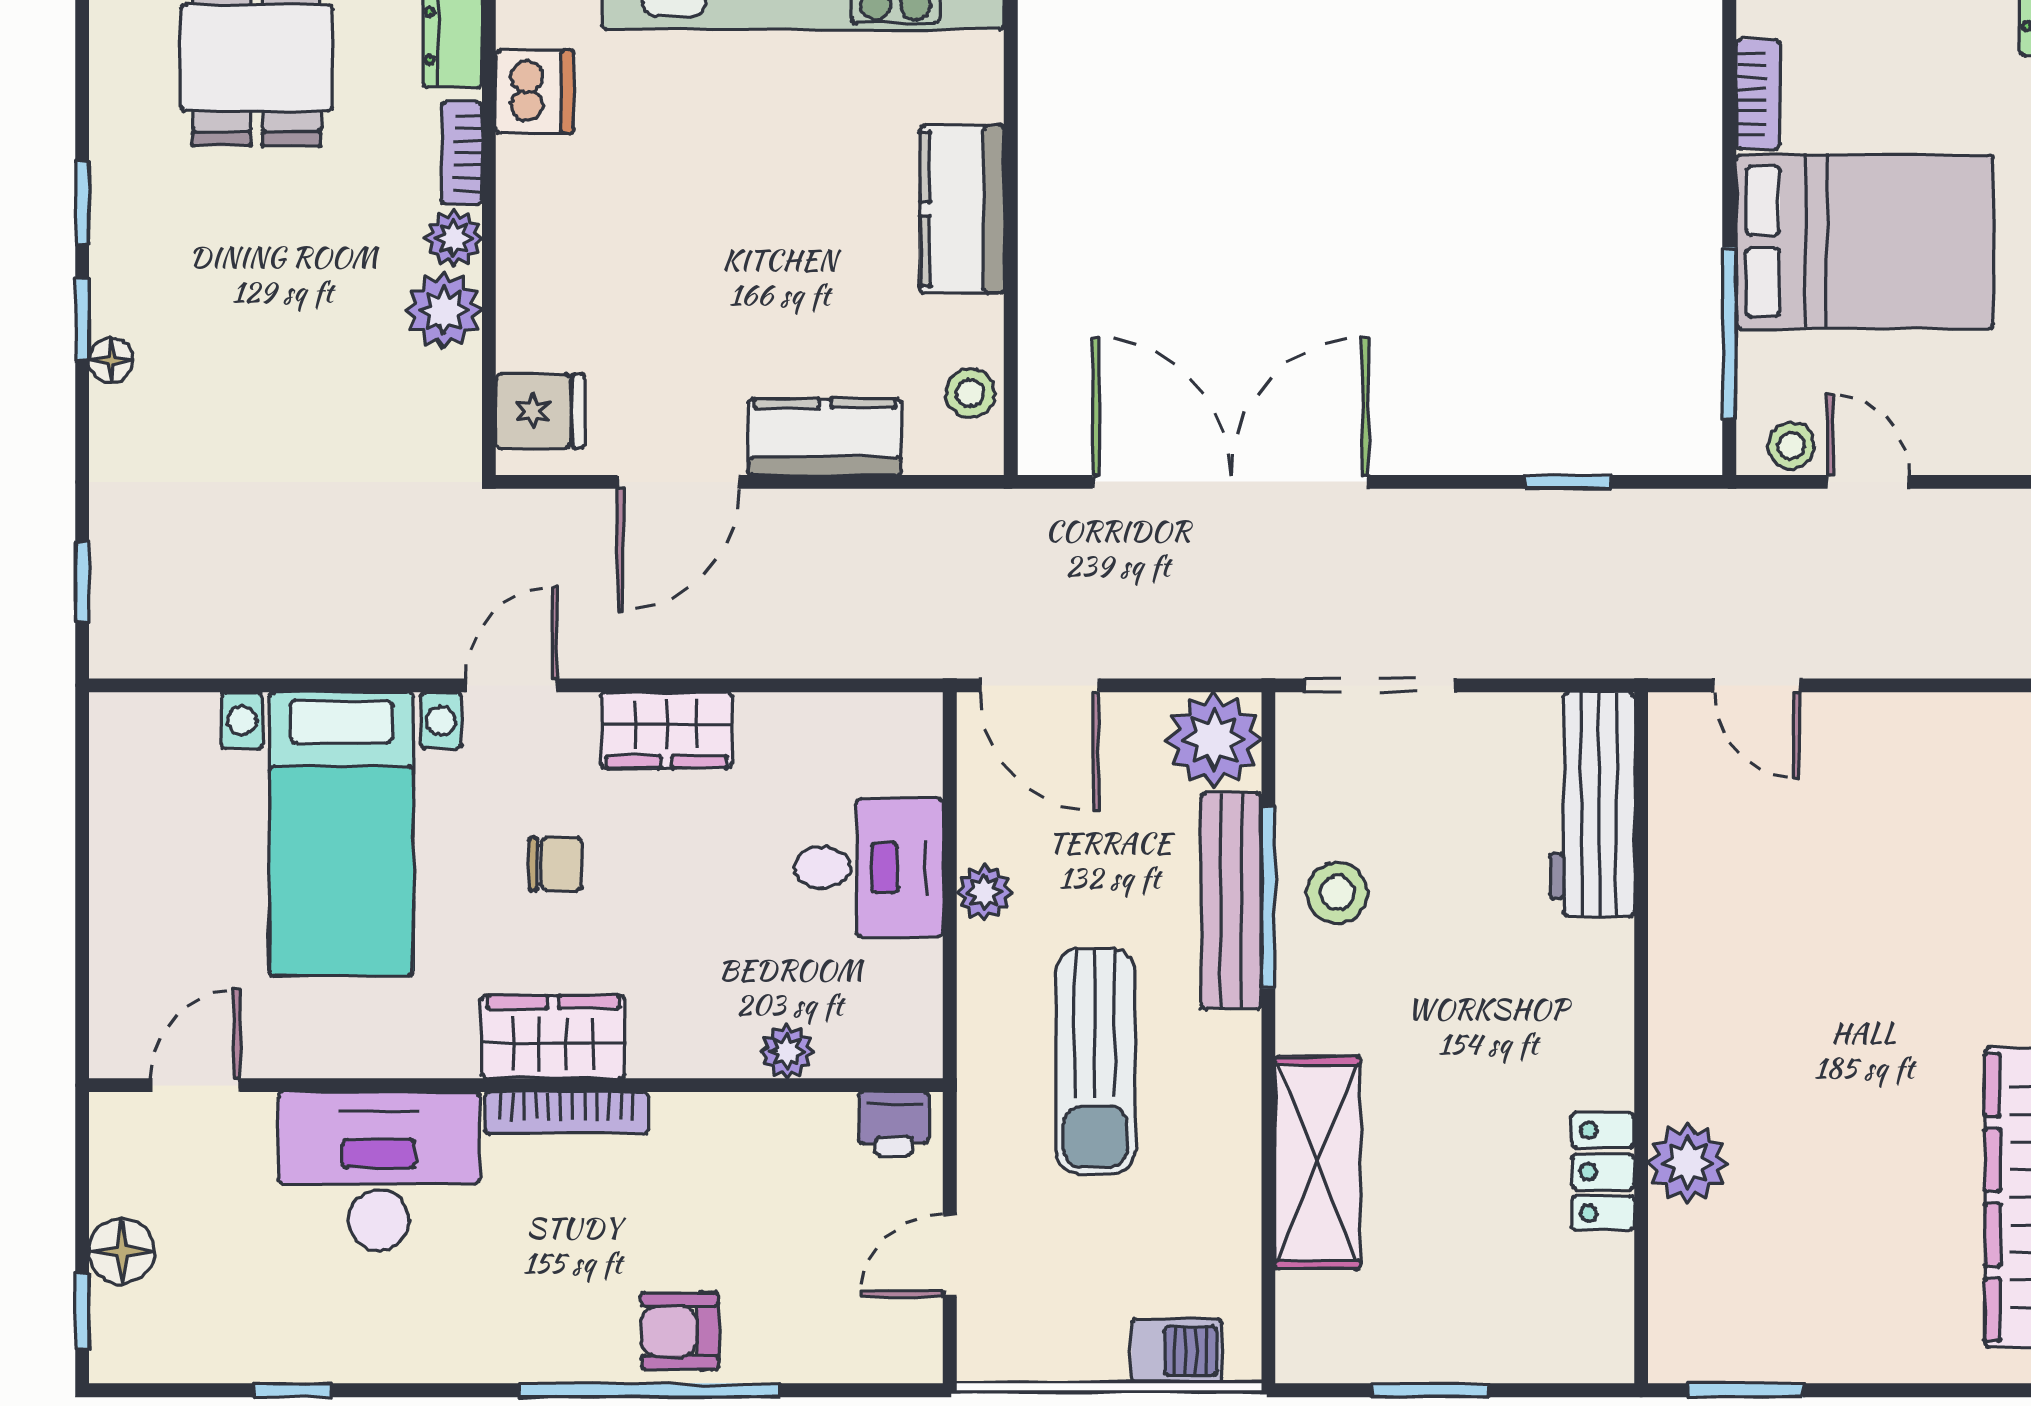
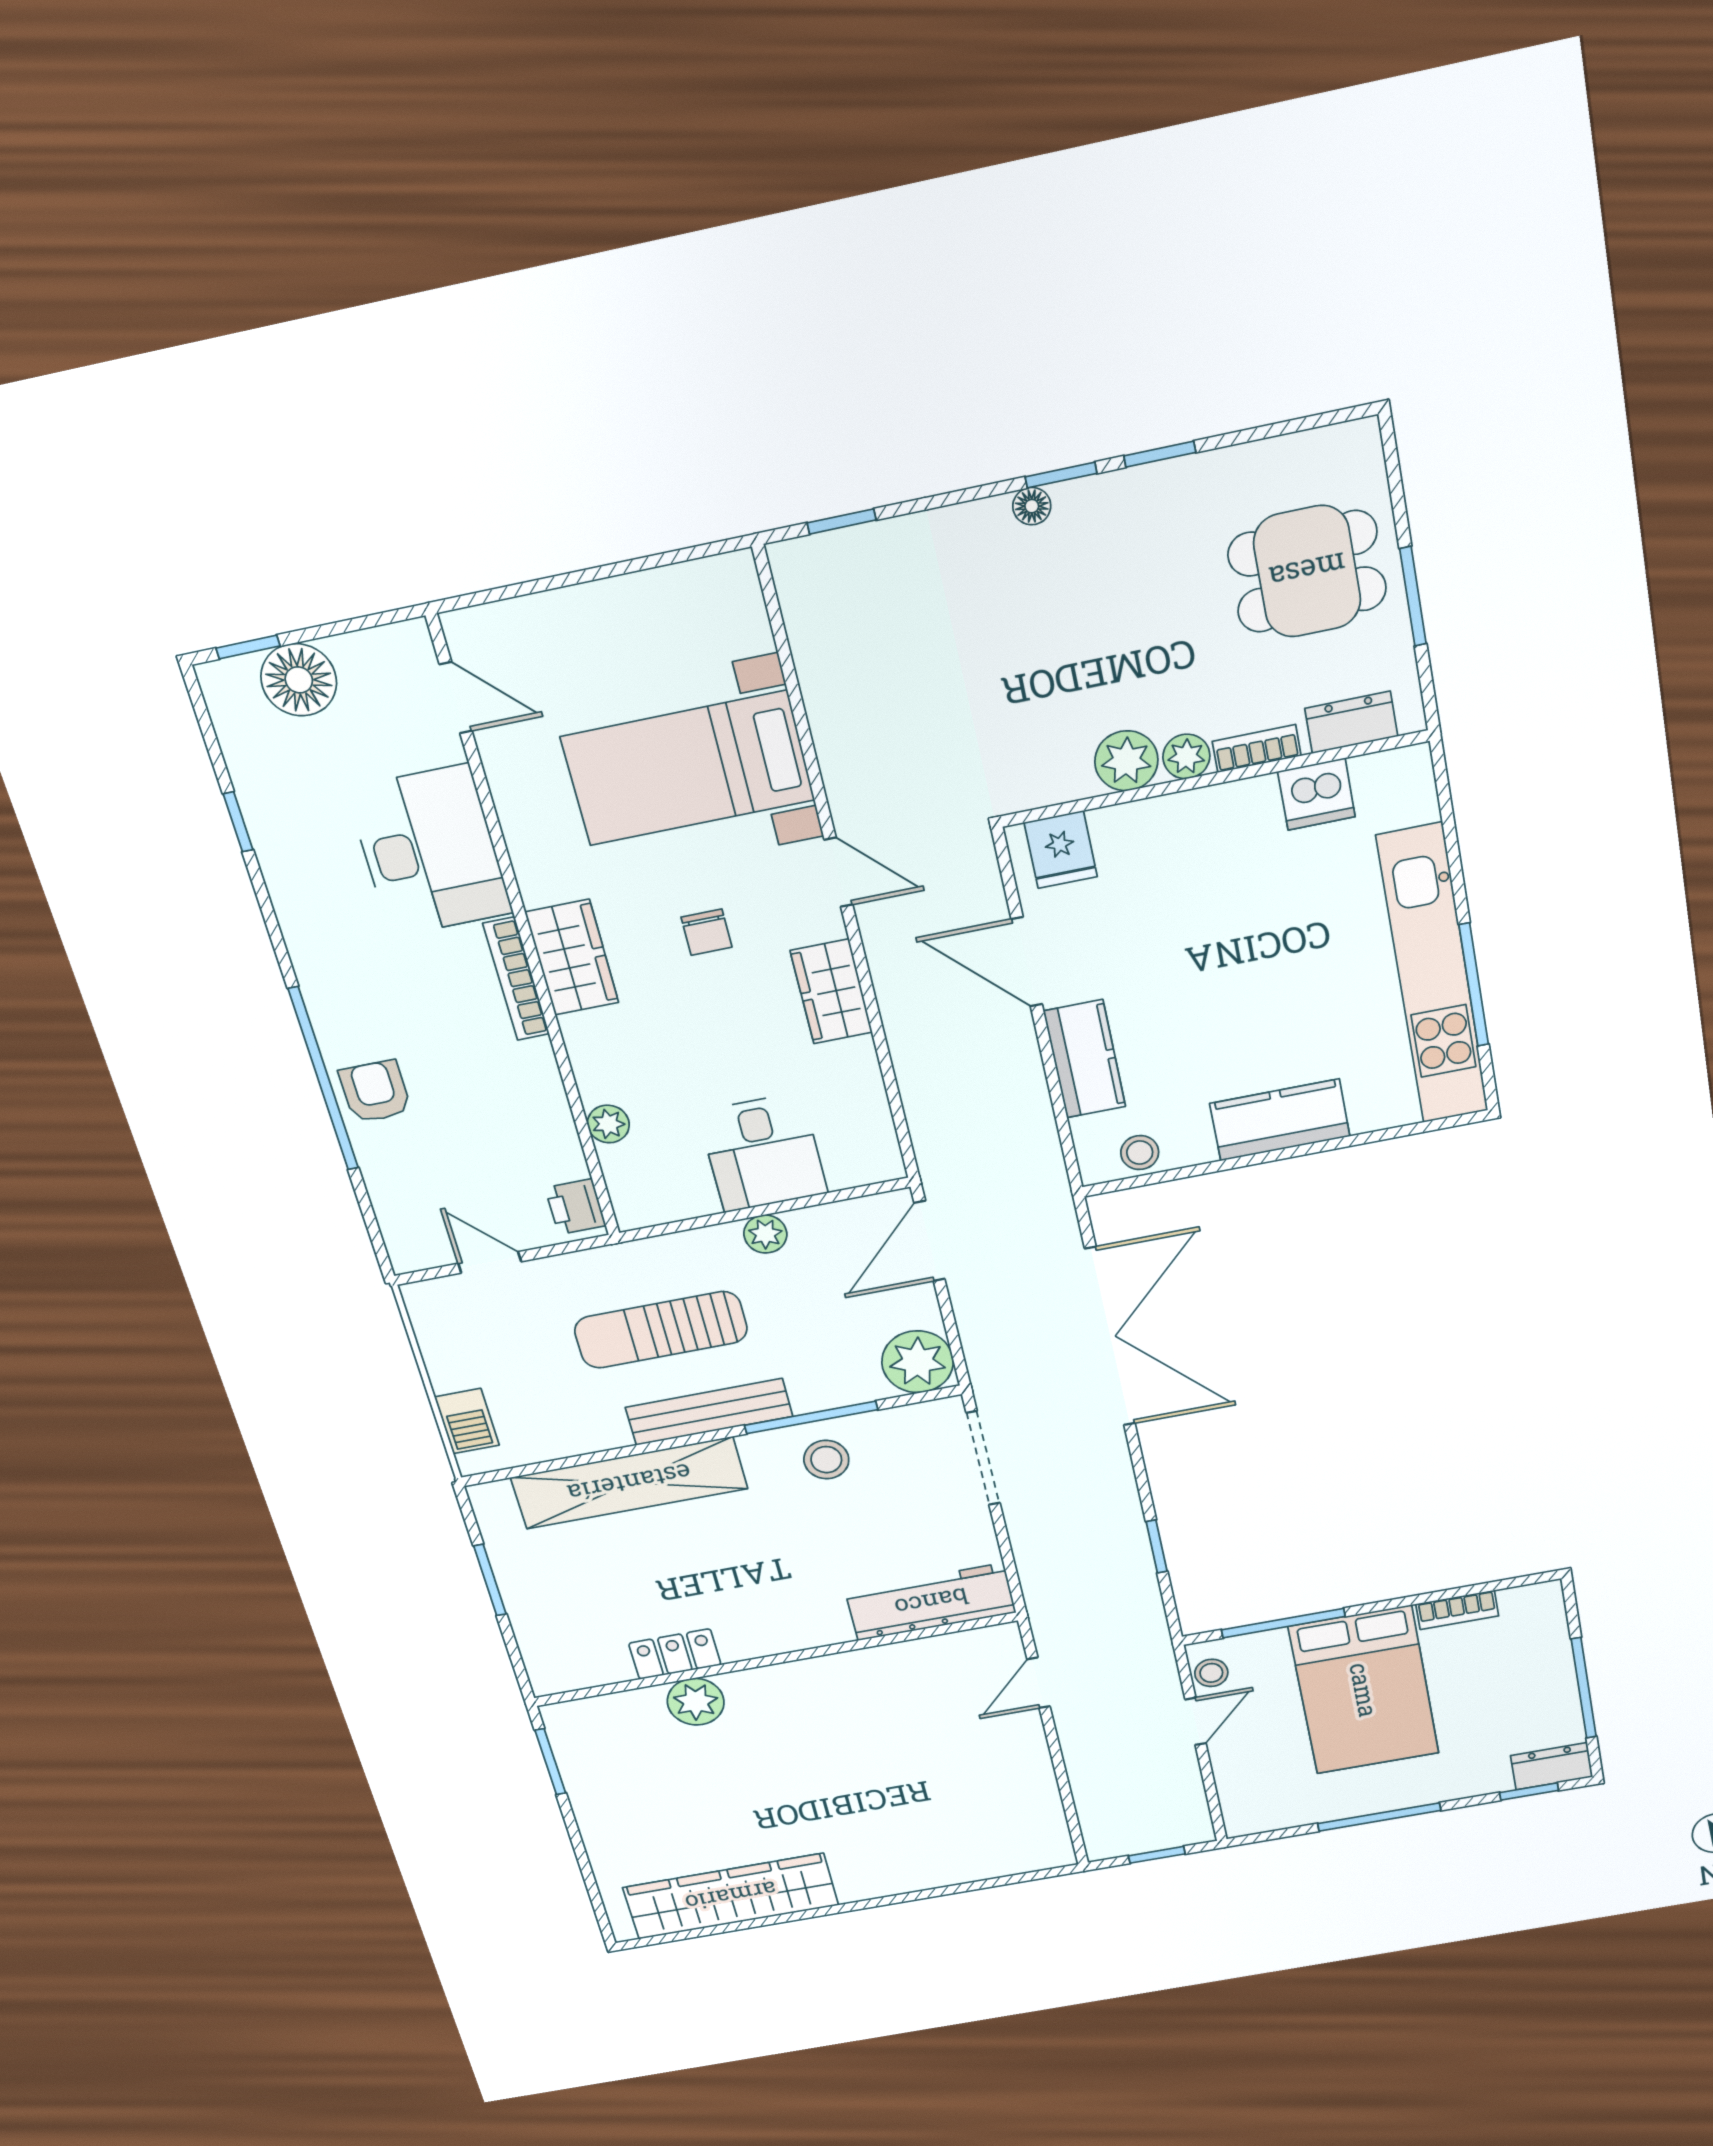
bench: (1231, 901) -> (709, 1412), moved
shelving: (1317, 1163) -> (629, 1483), width x1.47
floor lamp: (122, 1251) -> (299, 680), width x1.38, depth x1.38

